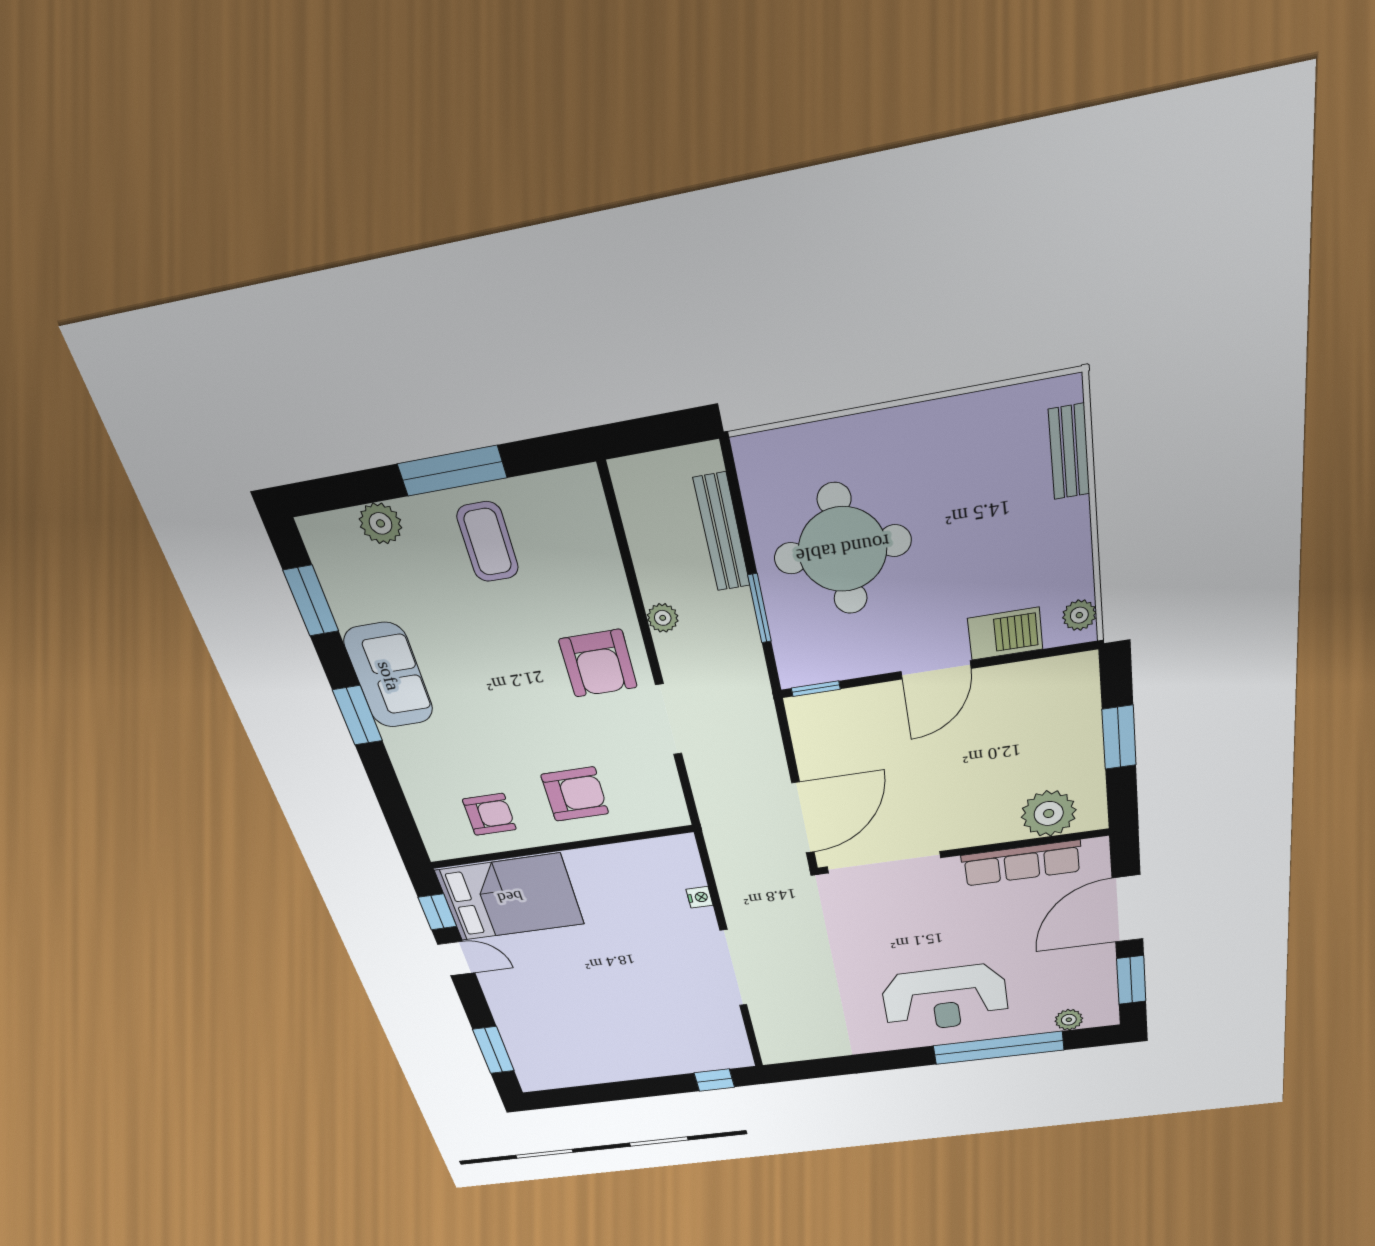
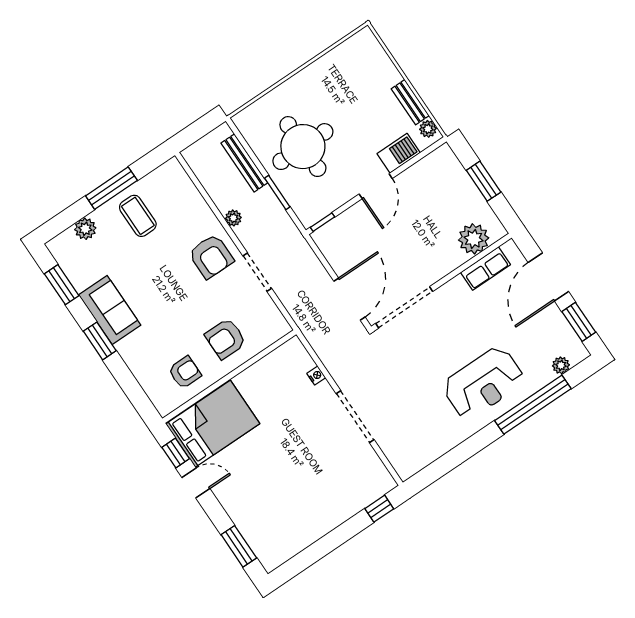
bench: (1069, 452) -> (410, 102), moved
armchair: (575, 794) -> (225, 339), turned 180
row of seats: (1022, 863) -> (486, 269), width x0.68

